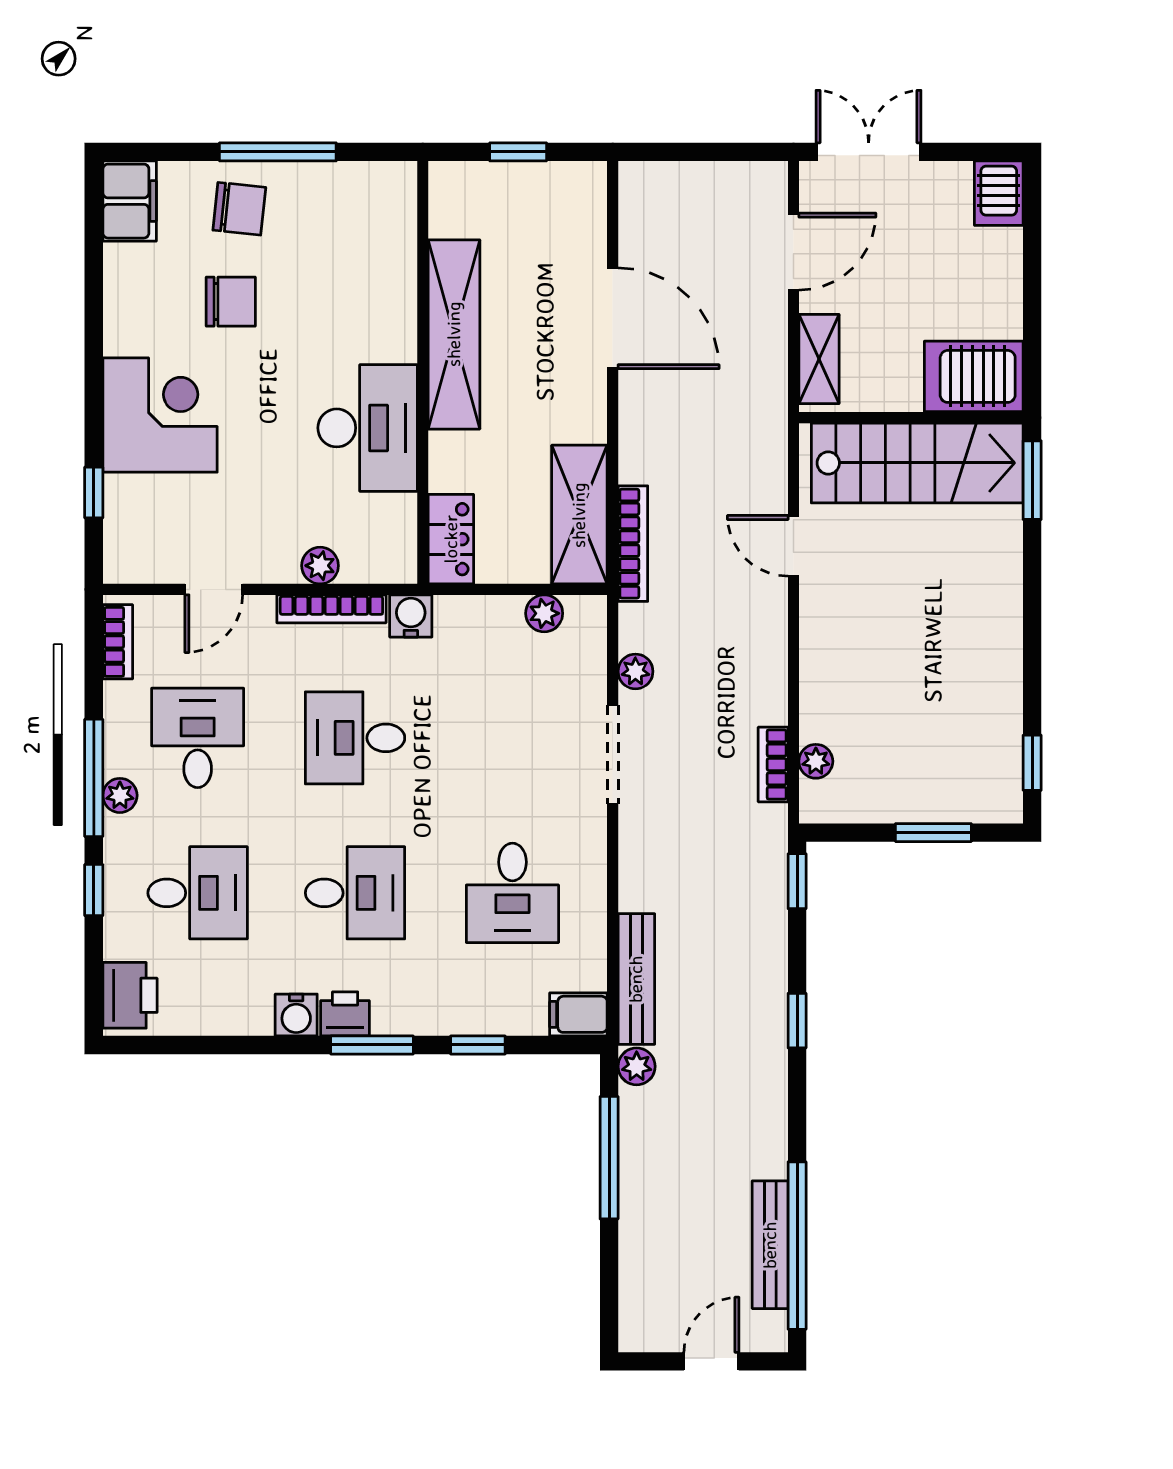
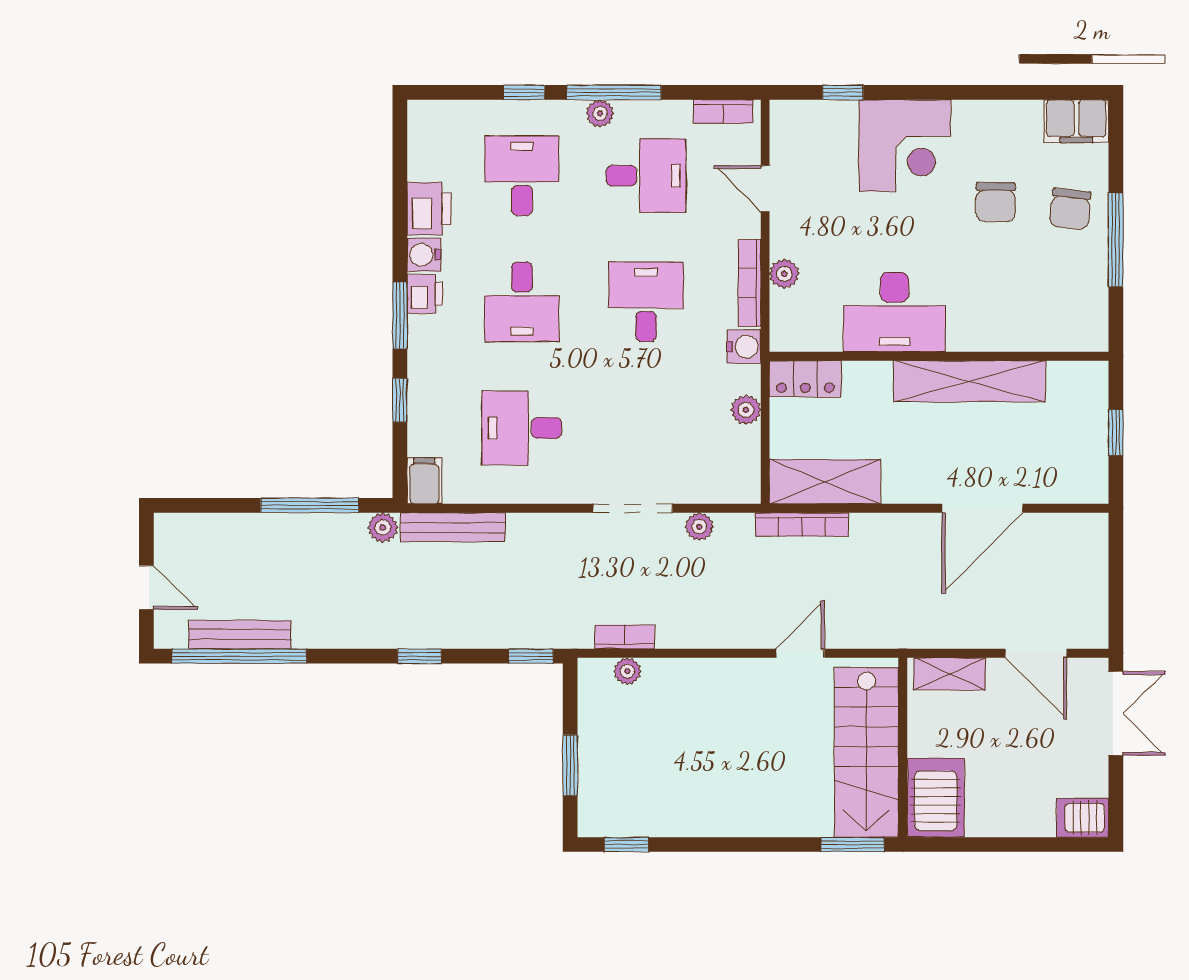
plant: (544, 613) -> (746, 410), moved
desk: (198, 893) -> (522, 176), turned 180
printer: (130, 995) -> (429, 209), moved, turned -90

